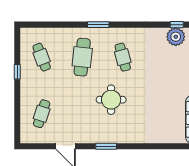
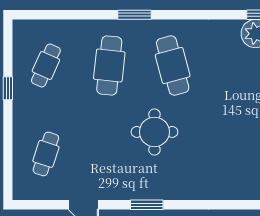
cafe table: (42, 57) -> (46, 65), turned 45
cafe table: (123, 57) -> (173, 65), width x1.37, depth x1.35

